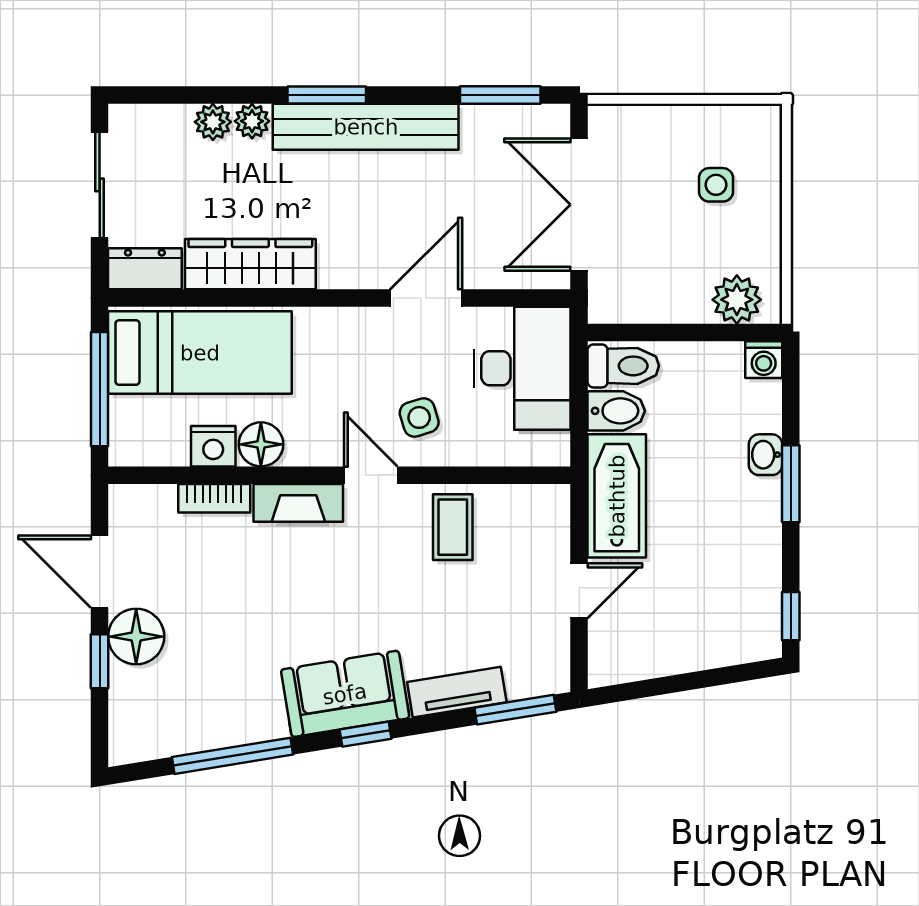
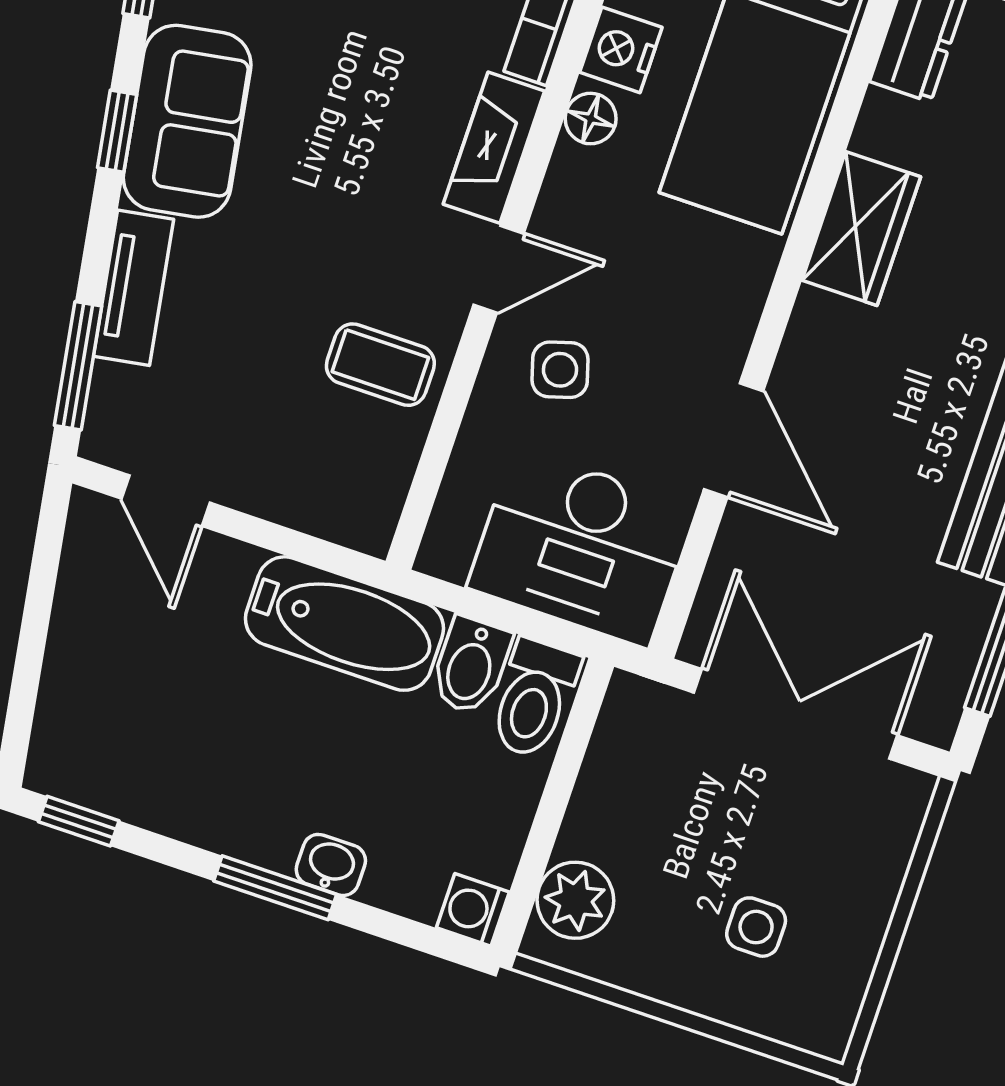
wardrobe: (250, 264) -> (861, 229), width x0.67
floor lamp: (261, 444) -> (591, 119), width x0.73, depth x0.73
door: (579, 591) -> (166, 501), moved

